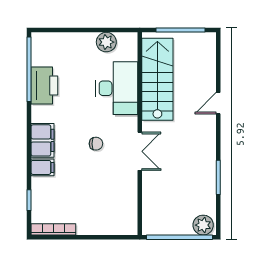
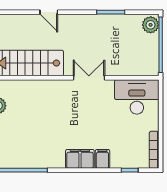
printer: (44, 85) -> (34, 157), removed
desk: (117, 88) -> (137, 97), moved
chair: (96, 144) -> (83, 114), removed

